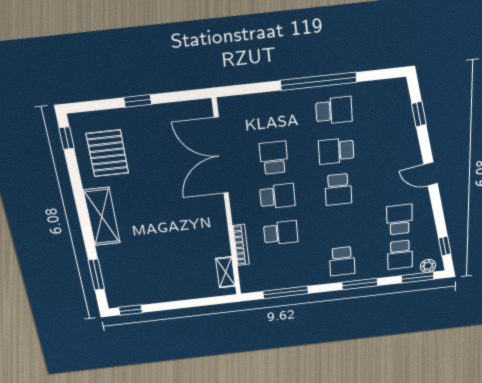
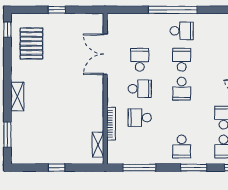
school desk: (336, 151) -> (182, 60), turned 90
double door: (221, 156) -> (105, 54), width x0.73
shelving: (102, 217) -> (17, 97), width x0.67, depth x0.75
school desk: (281, 233) -> (140, 118), turned 180
window: (131, 310) -> (57, 168), moved

